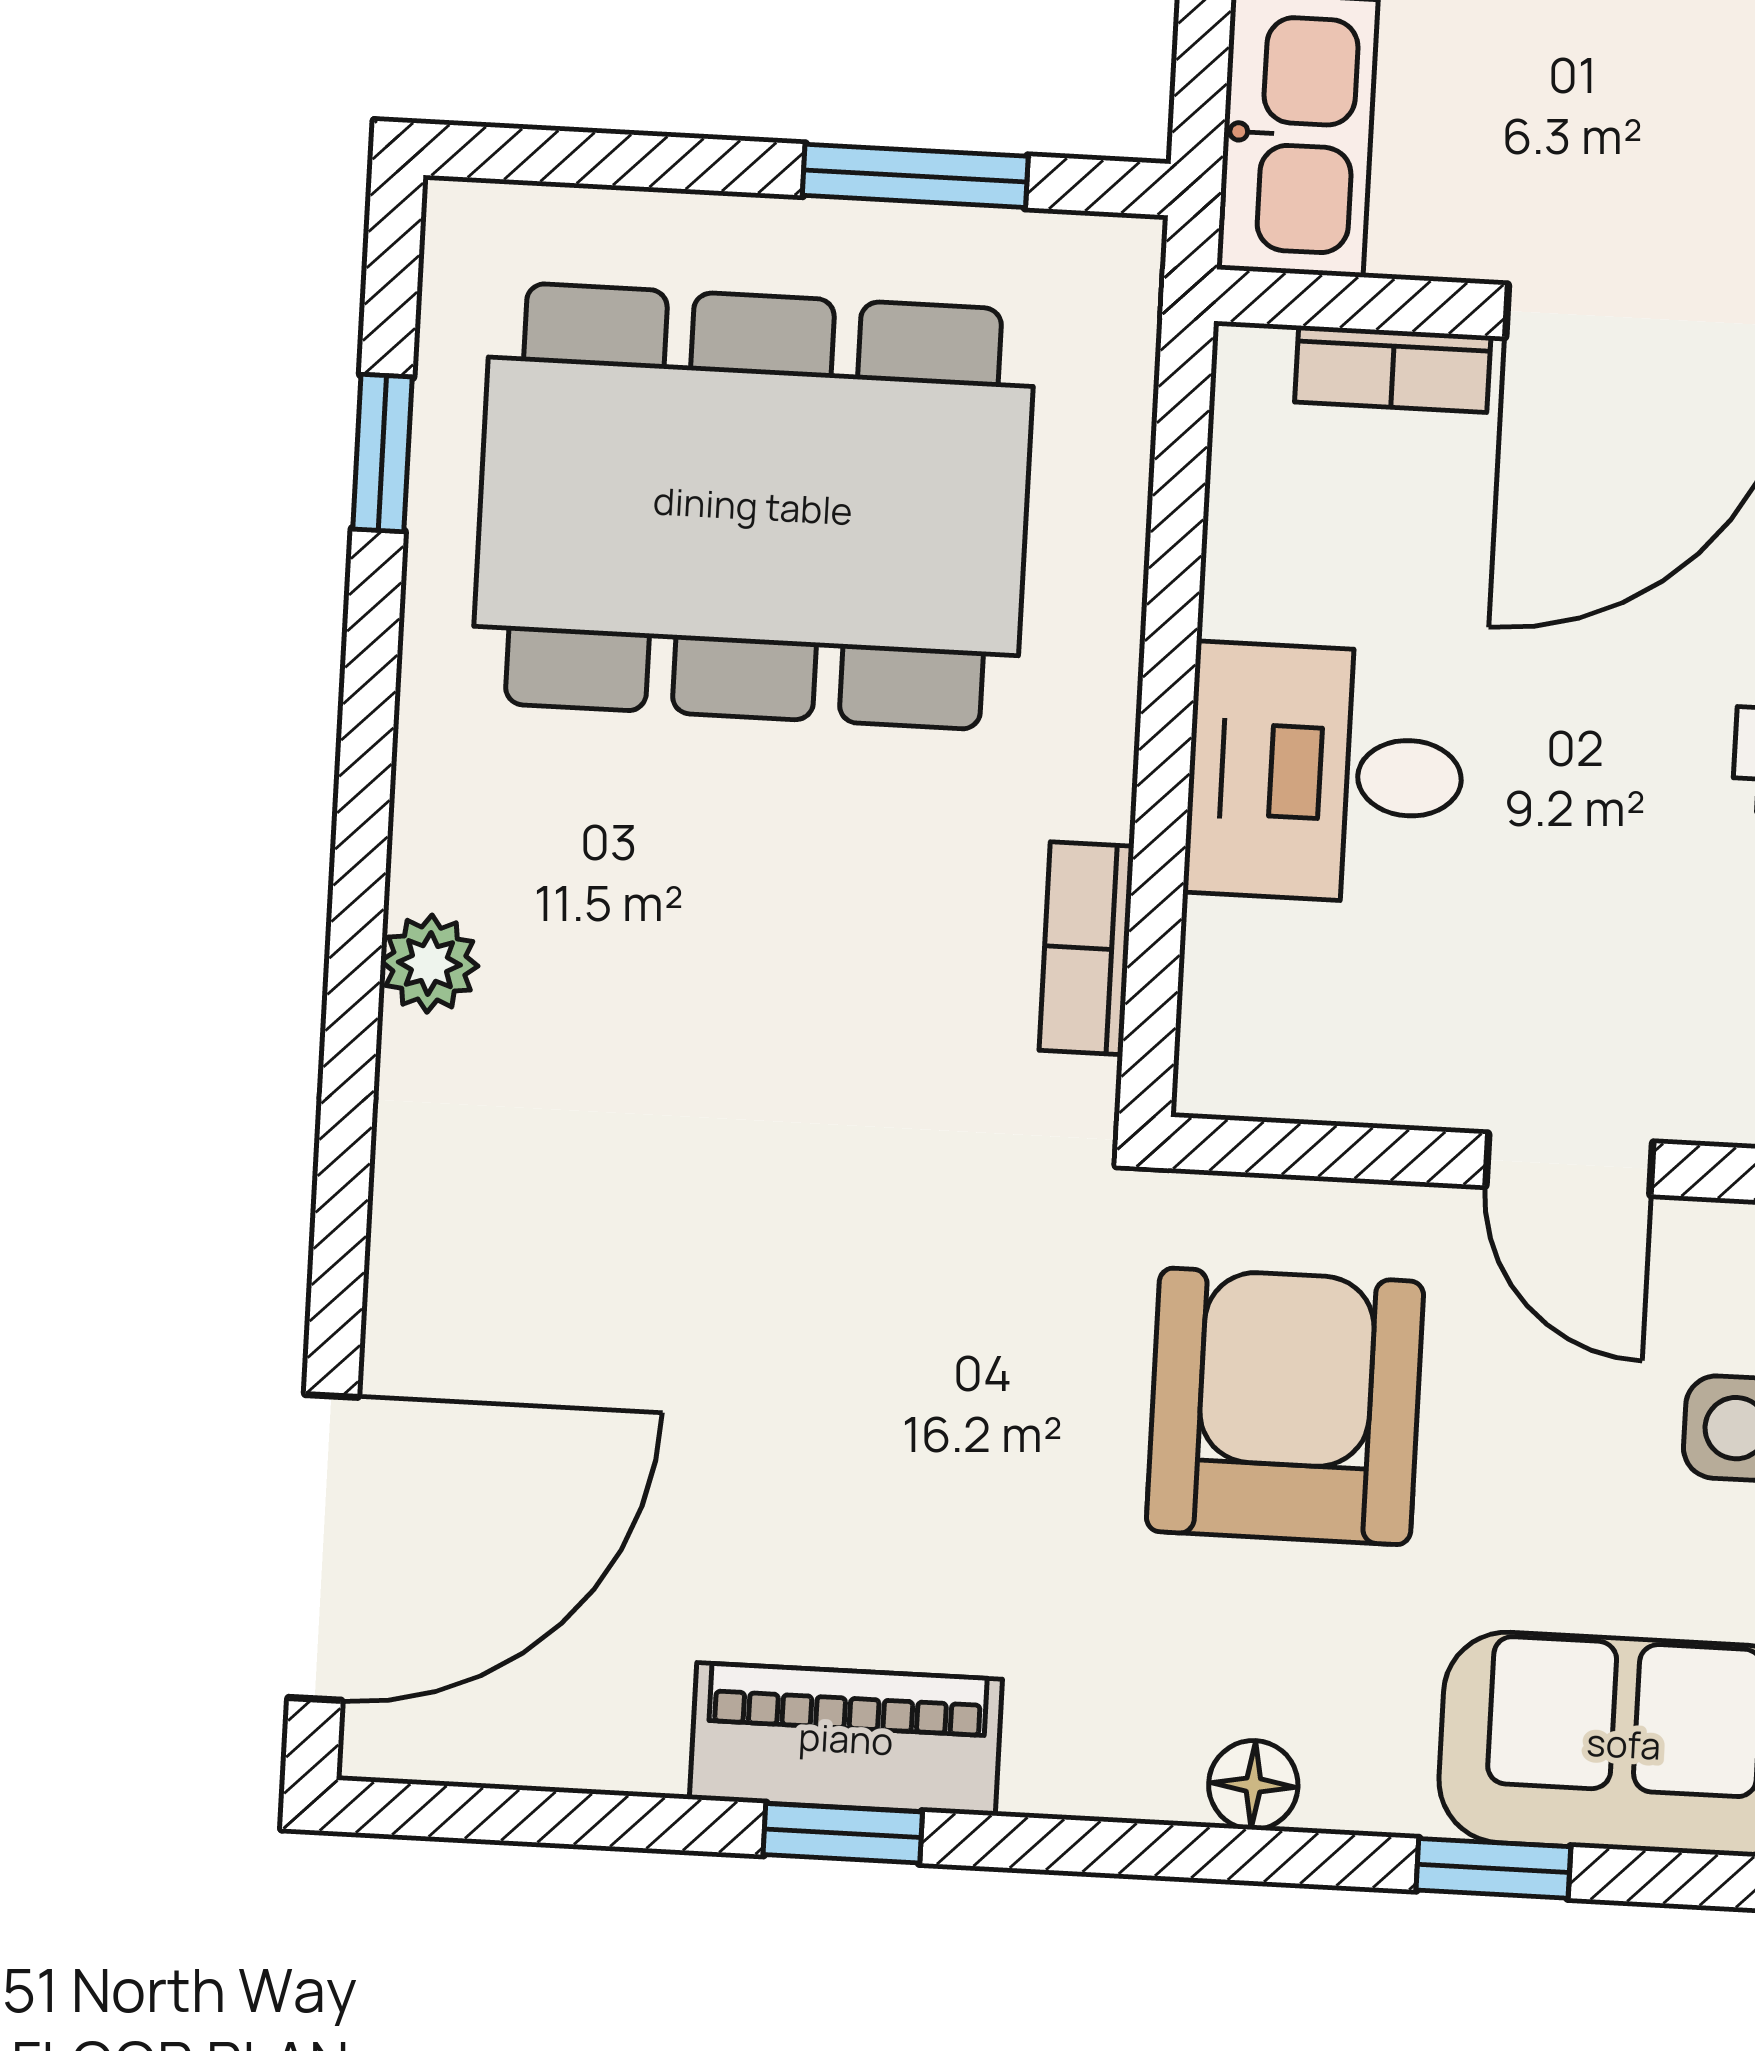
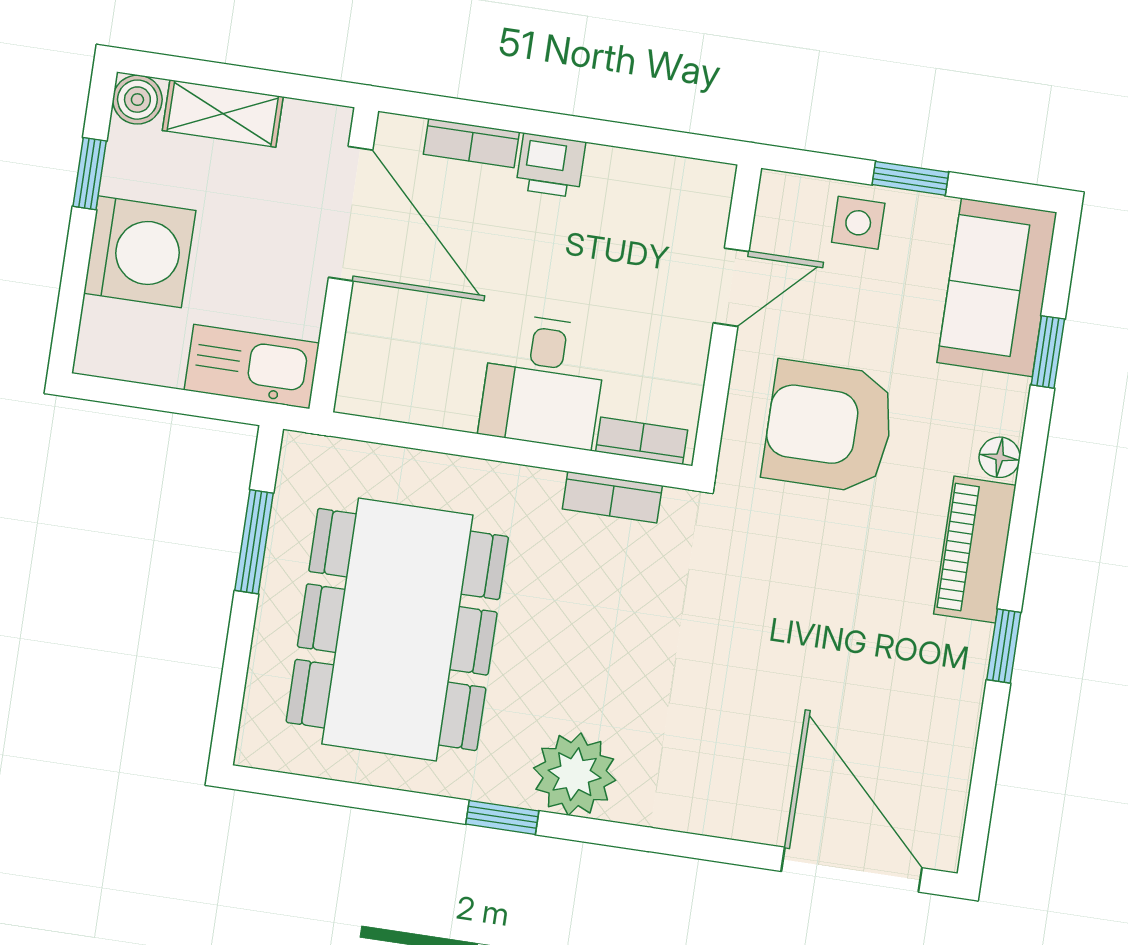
bookcase: (1393, 369) -> (642, 441), moved, turned -90
window: (382, 453) -> (502, 817), moved
plant: (429, 964) -> (575, 774), width x1.88, depth x1.88
piano: (846, 1739) -> (975, 550), moved

